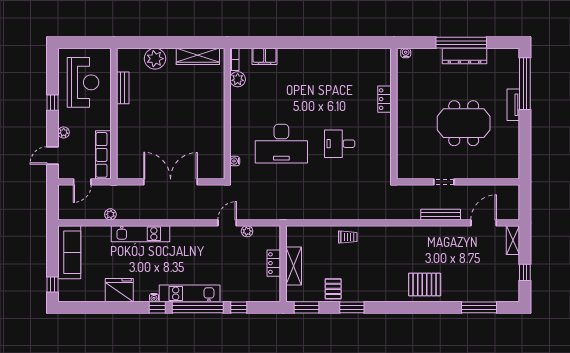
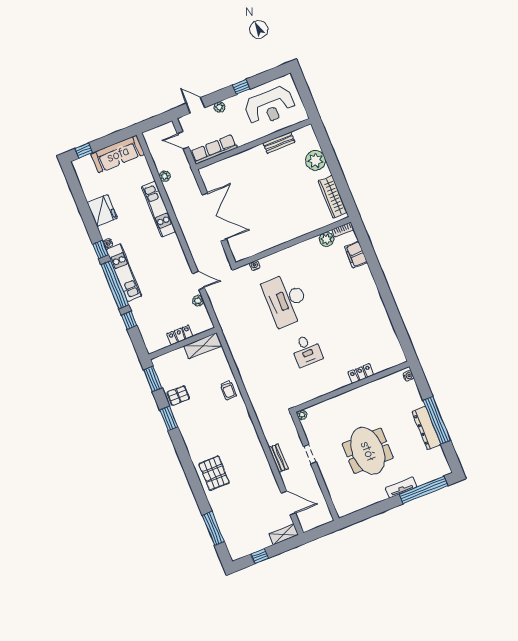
desk: (340, 144) -> (307, 350), turned 180
plant: (402, 174) -> (302, 415), added
bench: (441, 215) -> (279, 458), width x0.73
shelving: (294, 266) -> (203, 346), moved

